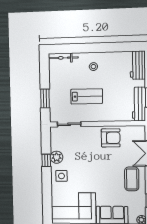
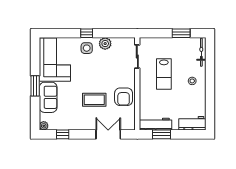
window: (45, 99) -> (181, 33), moved
window: (46, 160) -> (87, 33), moved
coffee table: (132, 179) -> (94, 100), moved

